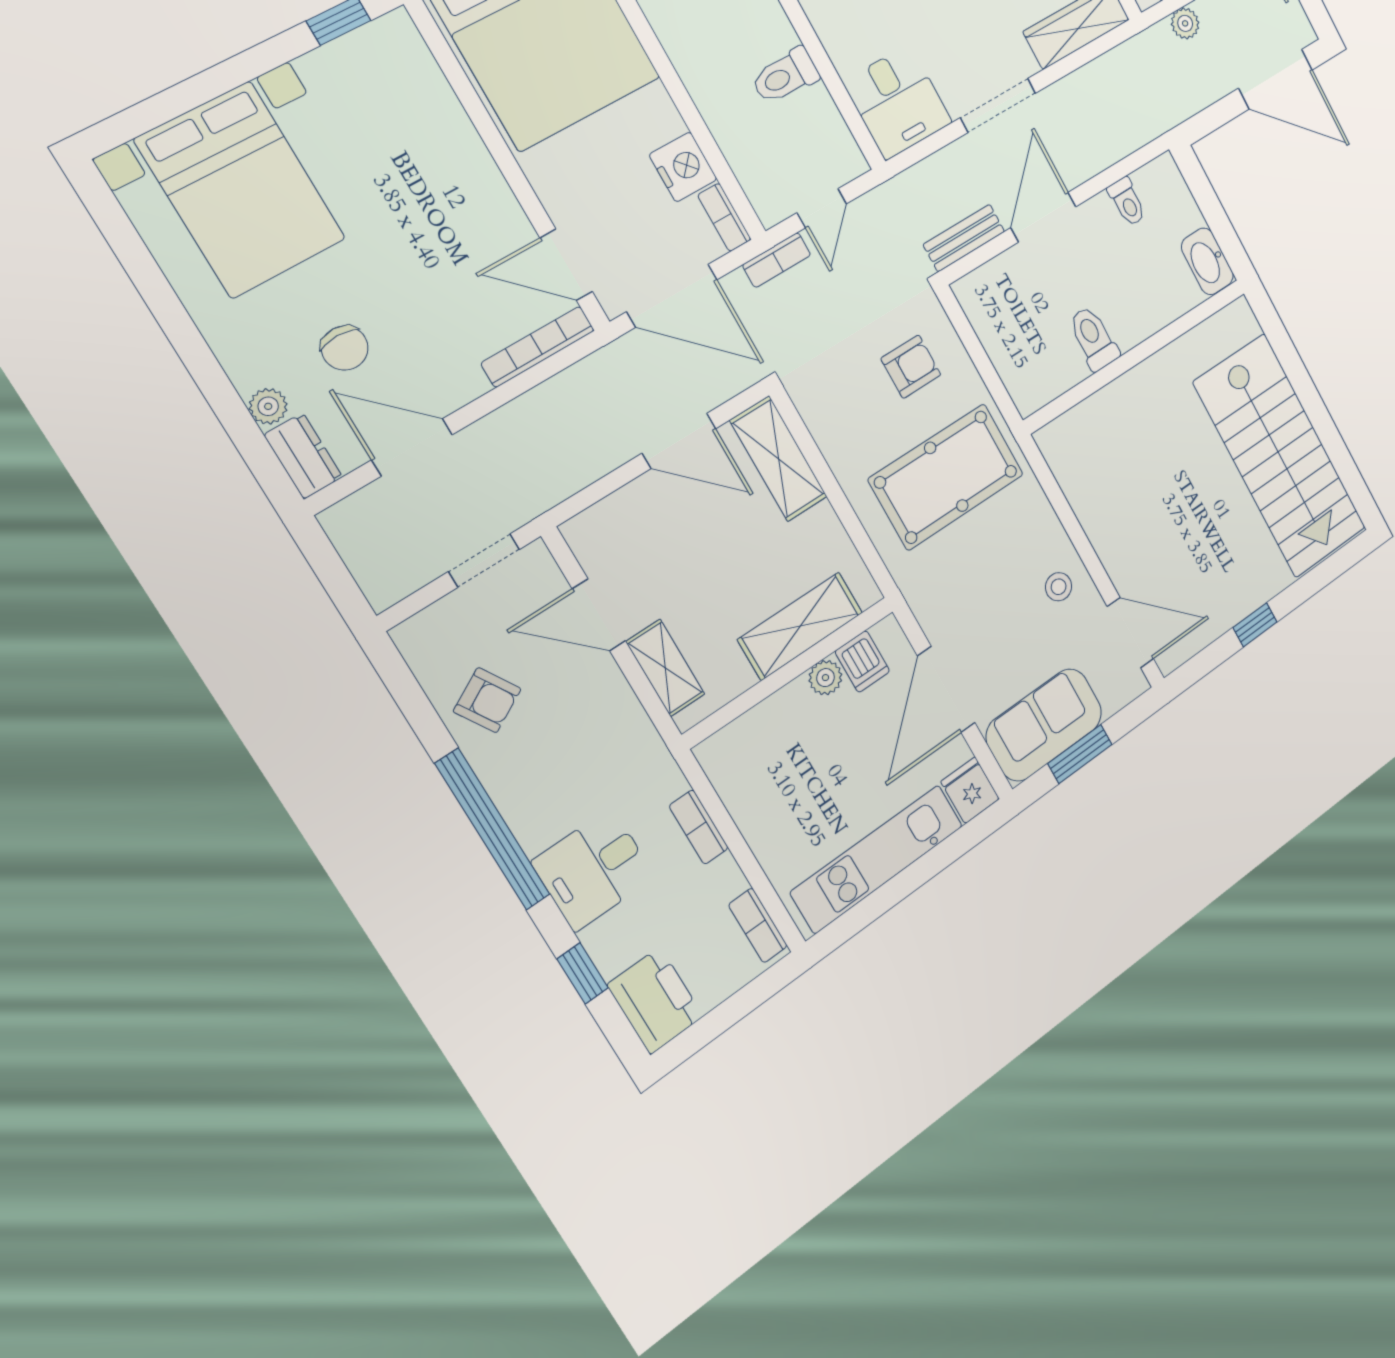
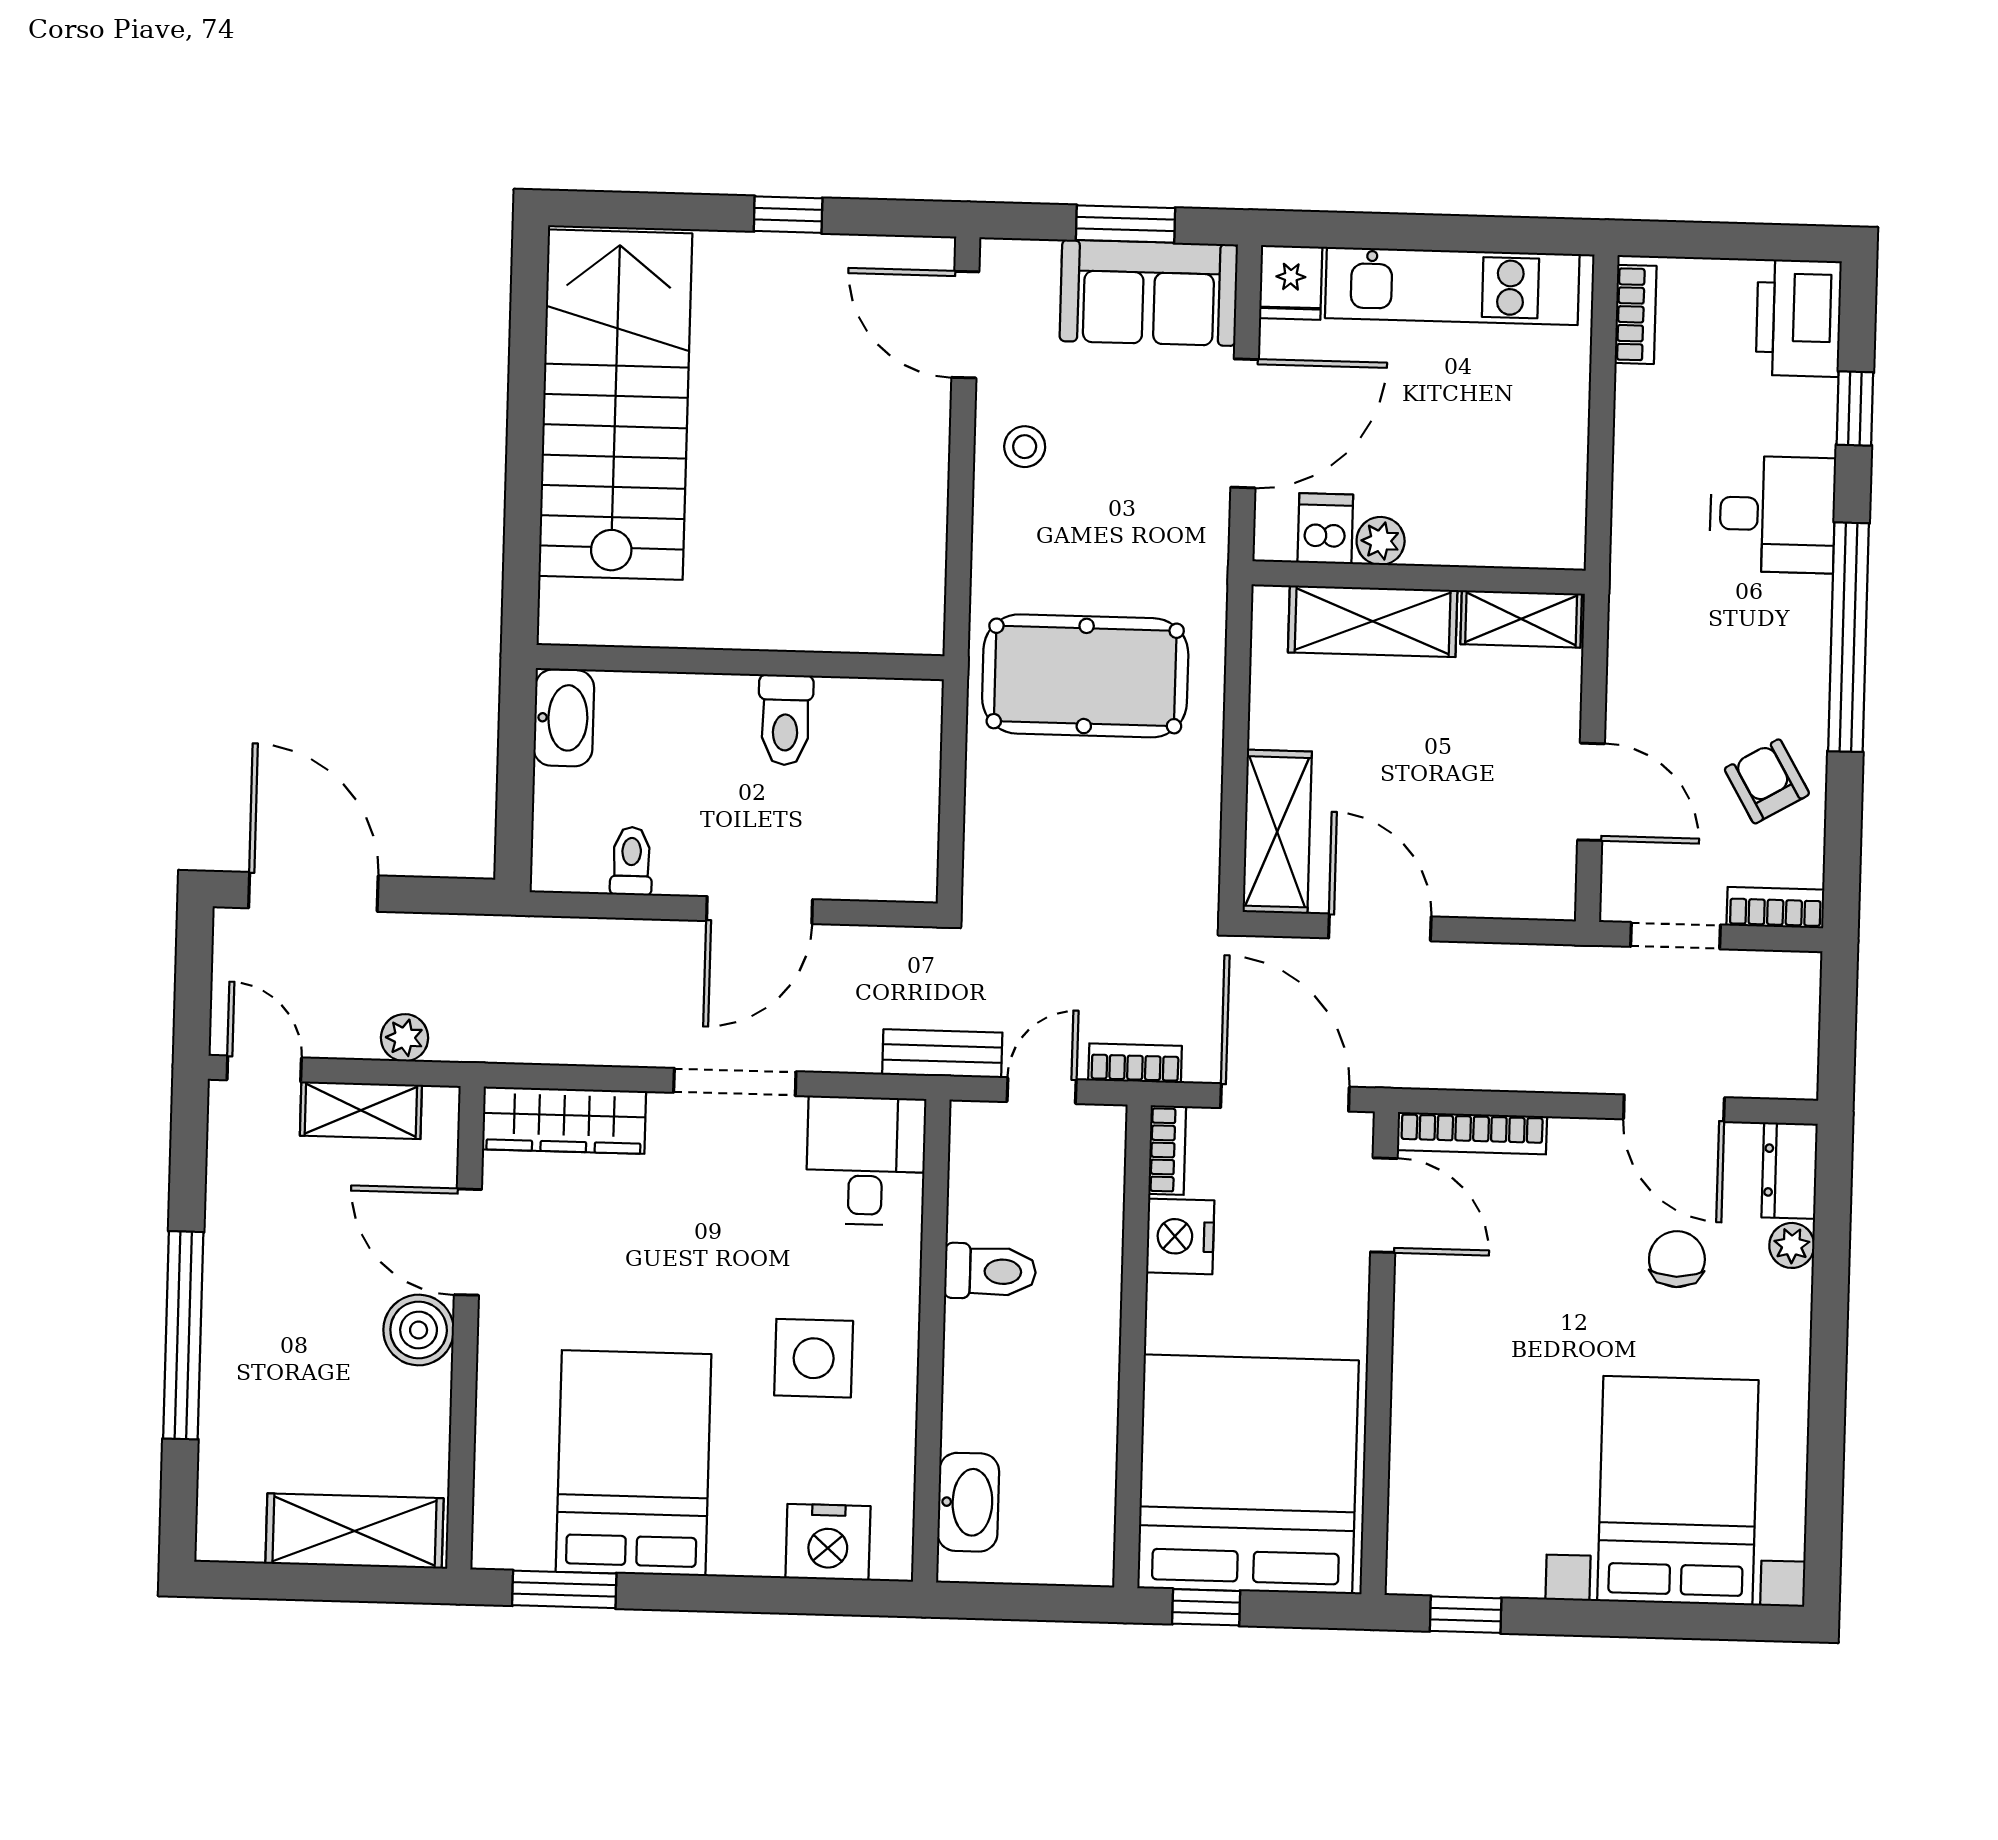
bench: (964, 238) -> (942, 1054), moved
armchair: (911, 367) -> (1047, 836), removed
shelving: (665, 668) -> (1521, 619), moved, turned 90
bookcase: (699, 827) -> (1775, 908), moved, turned -90

